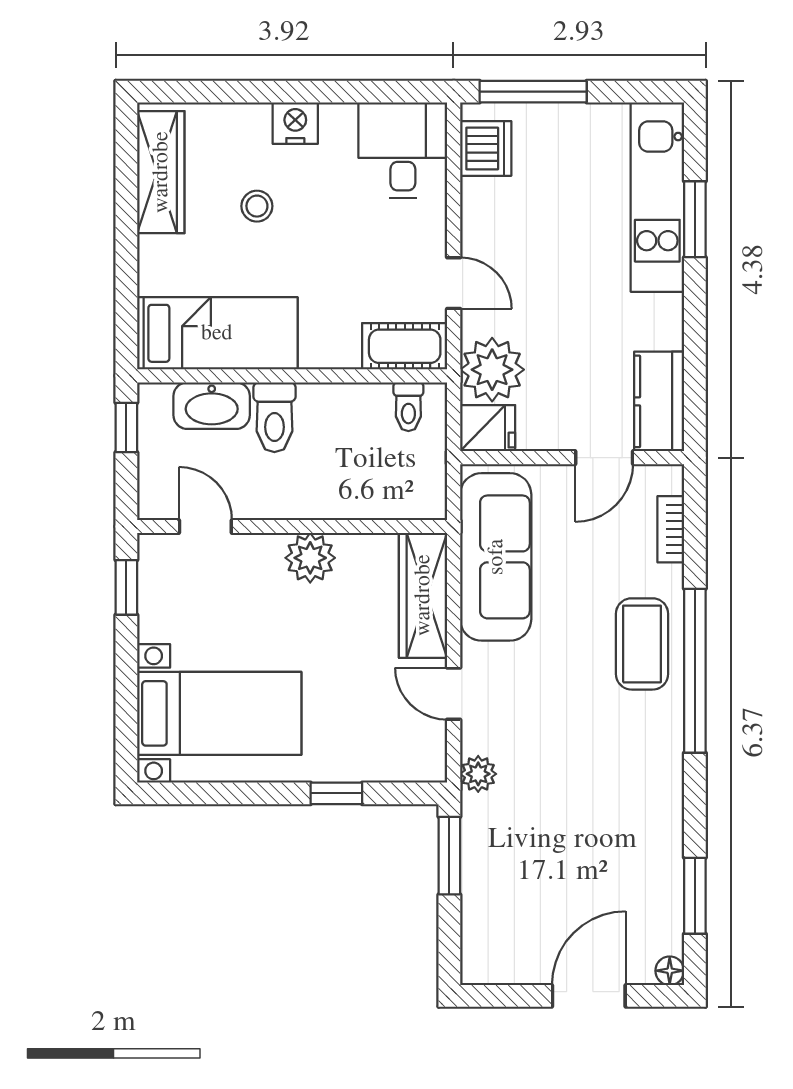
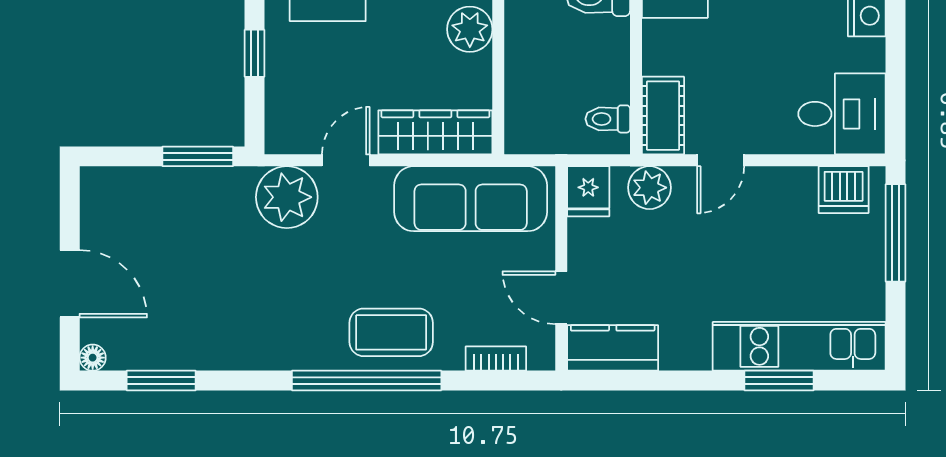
plant: (492, 370) -> (649, 188), width x0.73, depth x0.73
plant: (478, 774) -> (287, 197), width x1.87, depth x1.87

